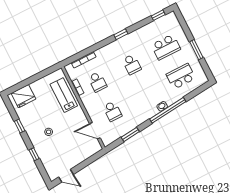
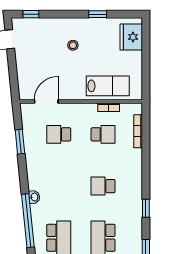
window: (121, 34) -> (146, 208), moved
school desk: (97, 82) -> (103, 134), turned 180
window: (168, 110) -> (28, 221), moved
window: (34, 154) -> (31, 14), moved

